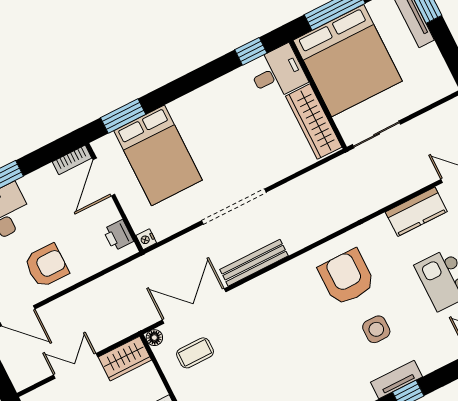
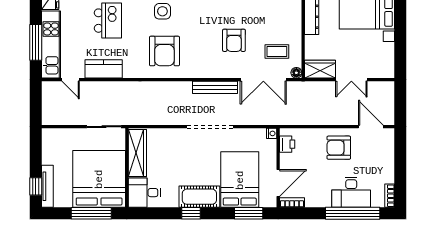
window: (251, 51) -> (191, 213), moved
cot: (201, 105) -> (199, 197), added
armchair: (260, 339) -> (234, 40), added

